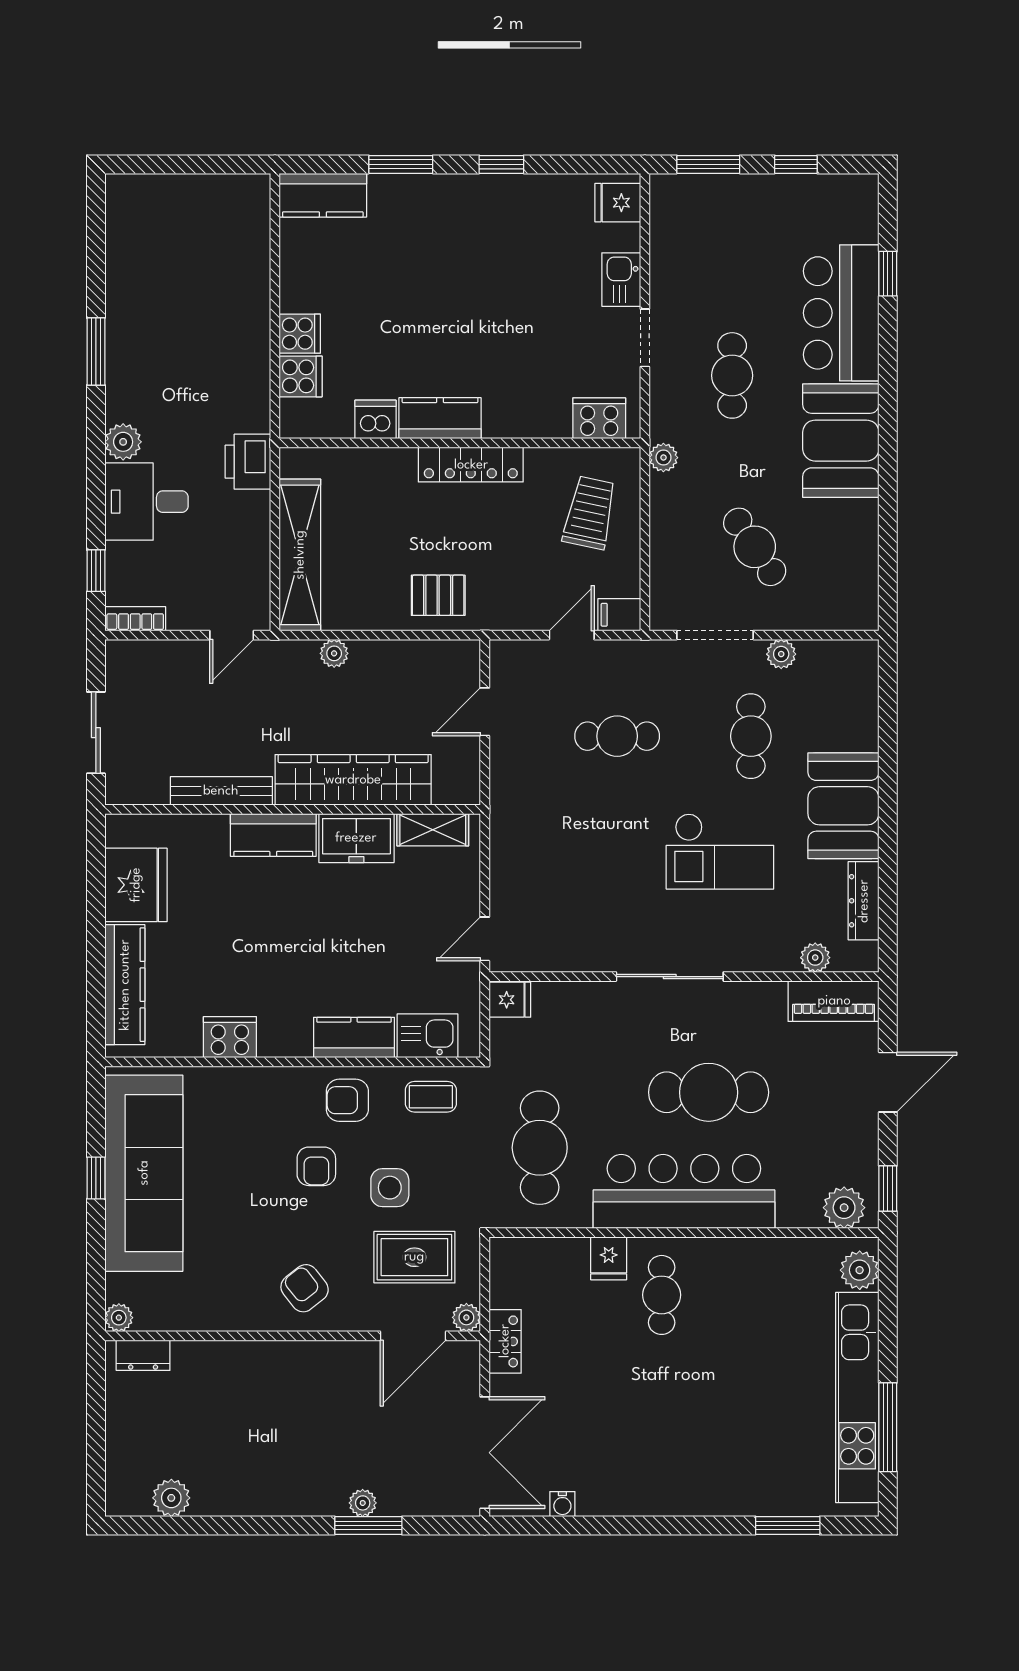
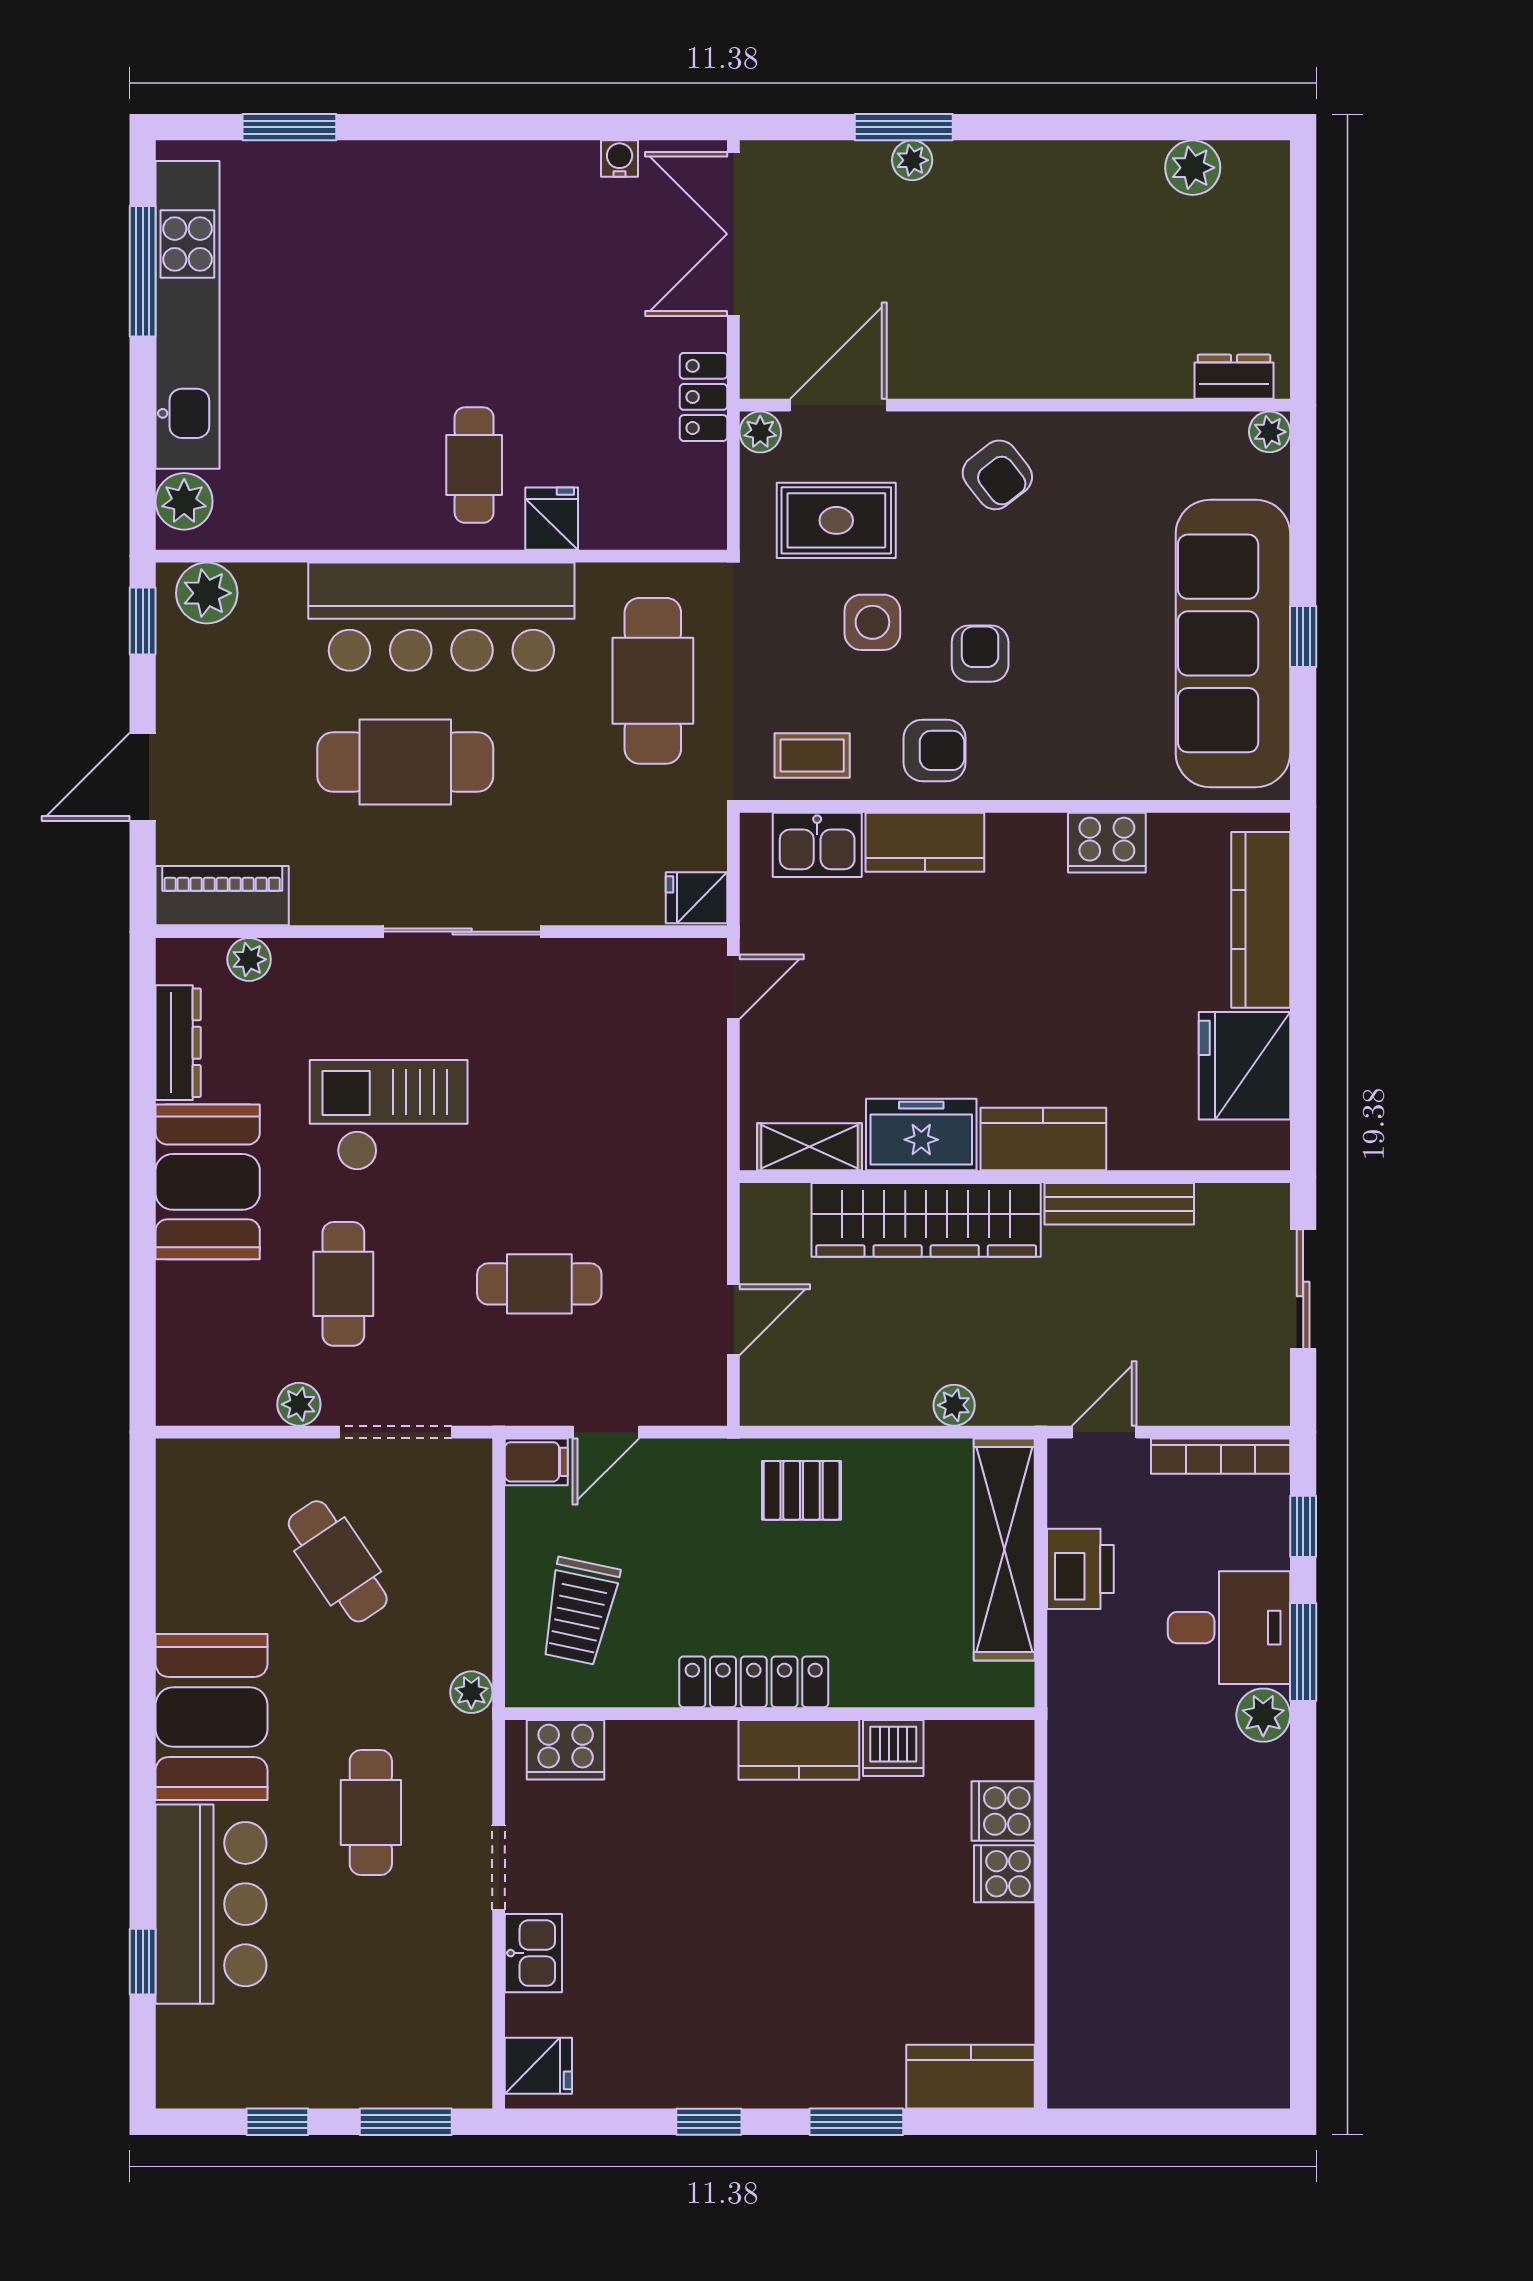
window: (96, 351) -> (1303, 1652), moved
printer: (248, 462) -> (1080, 1569), moved
bookcase: (135, 619) -> (1221, 1456), width x1.56

